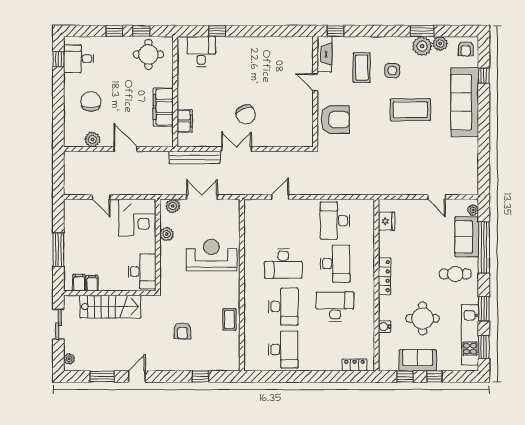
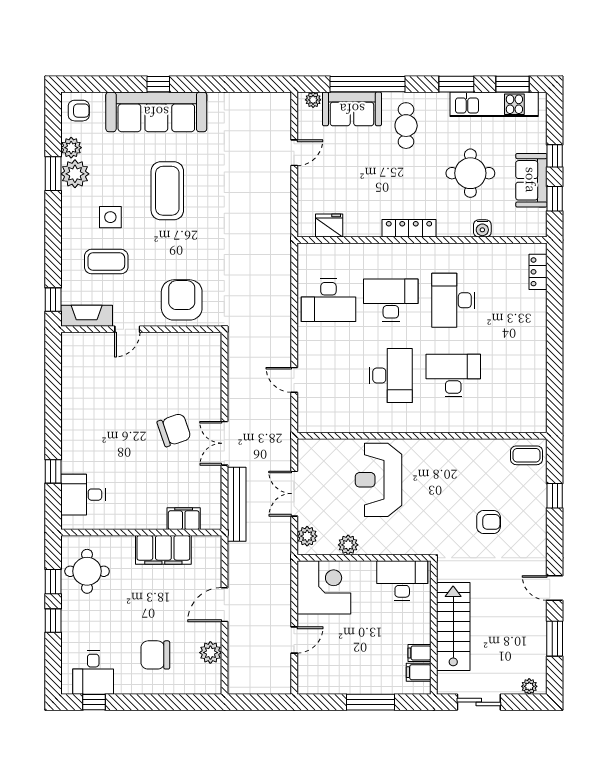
window: (484, 76) -> (158, 84), moved
coffee table: (229, 320) -> (527, 455), moved
desk: (283, 350) -> (516, 375), removed

